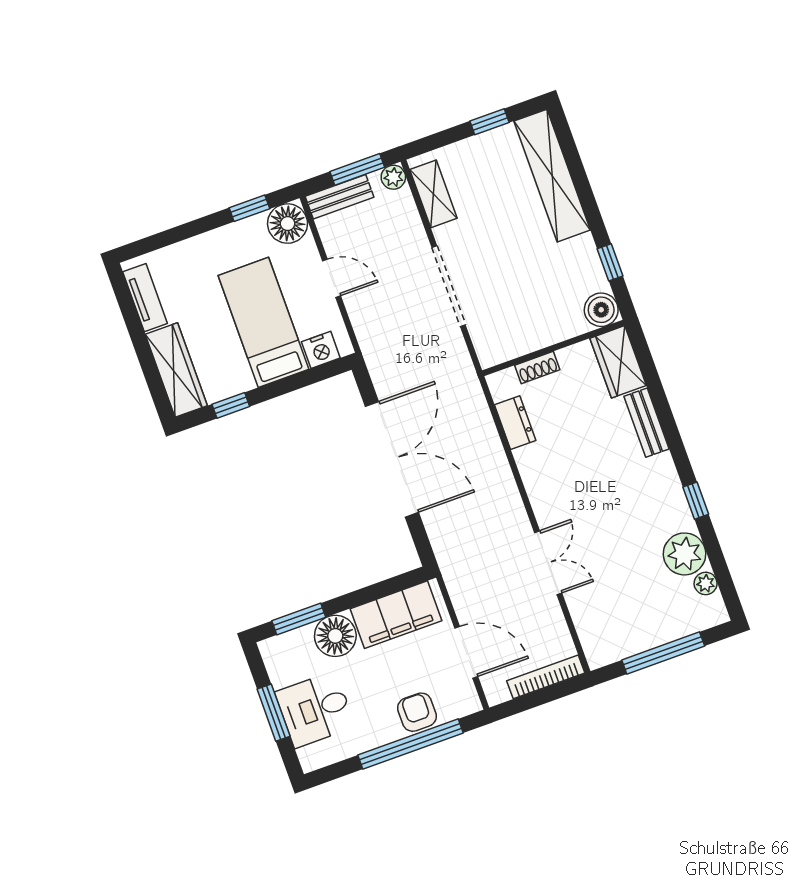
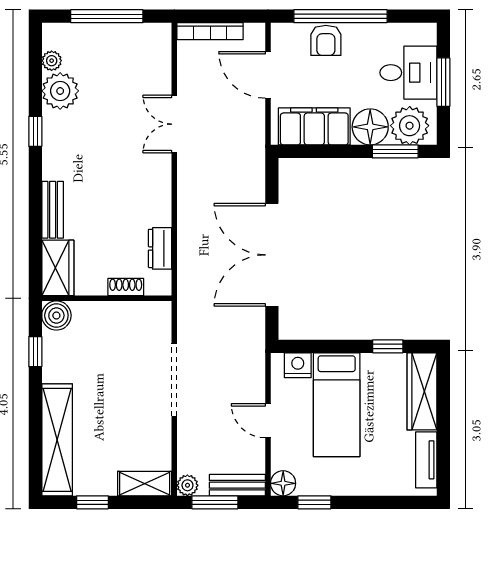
shelving: (433, 194) -> (145, 484), moved, turned 90
floor lamp: (288, 224) -> (283, 483), width x0.73, depth x0.73
plant: (293, 652) -> (410, 126), added

